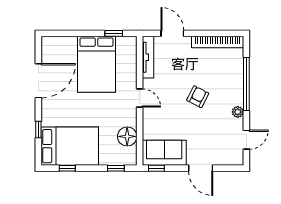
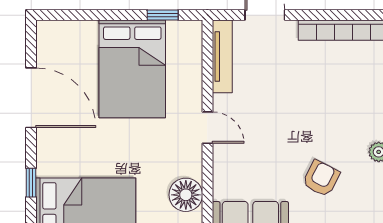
door: (38, 81) -> (31, 98), hinge flipped
armchair: (198, 97) -> (321, 178), moved

